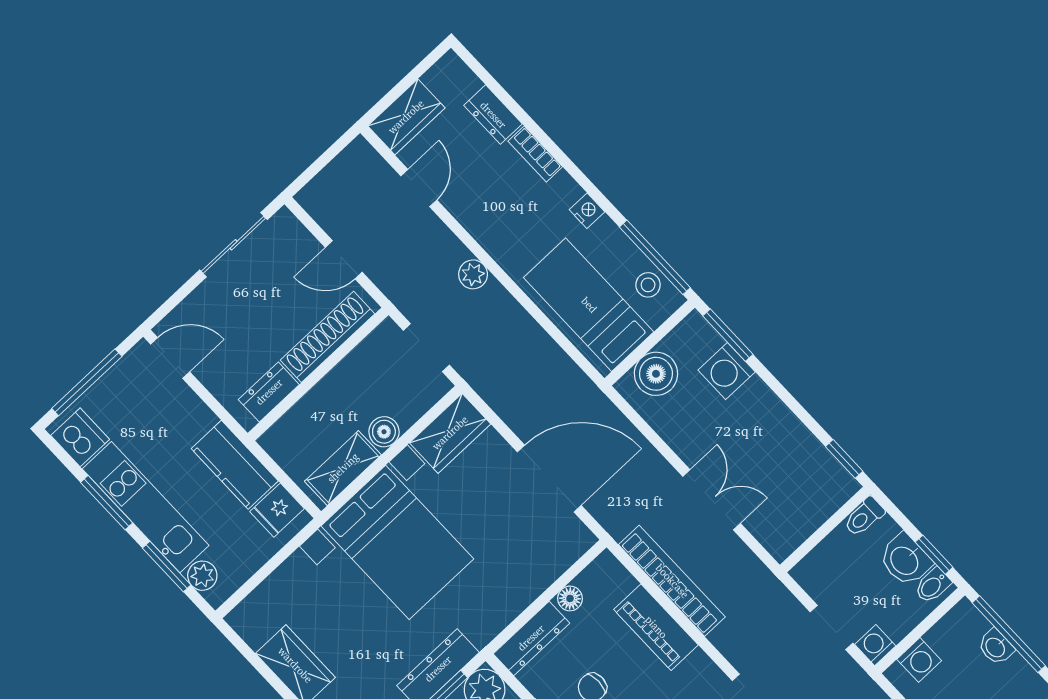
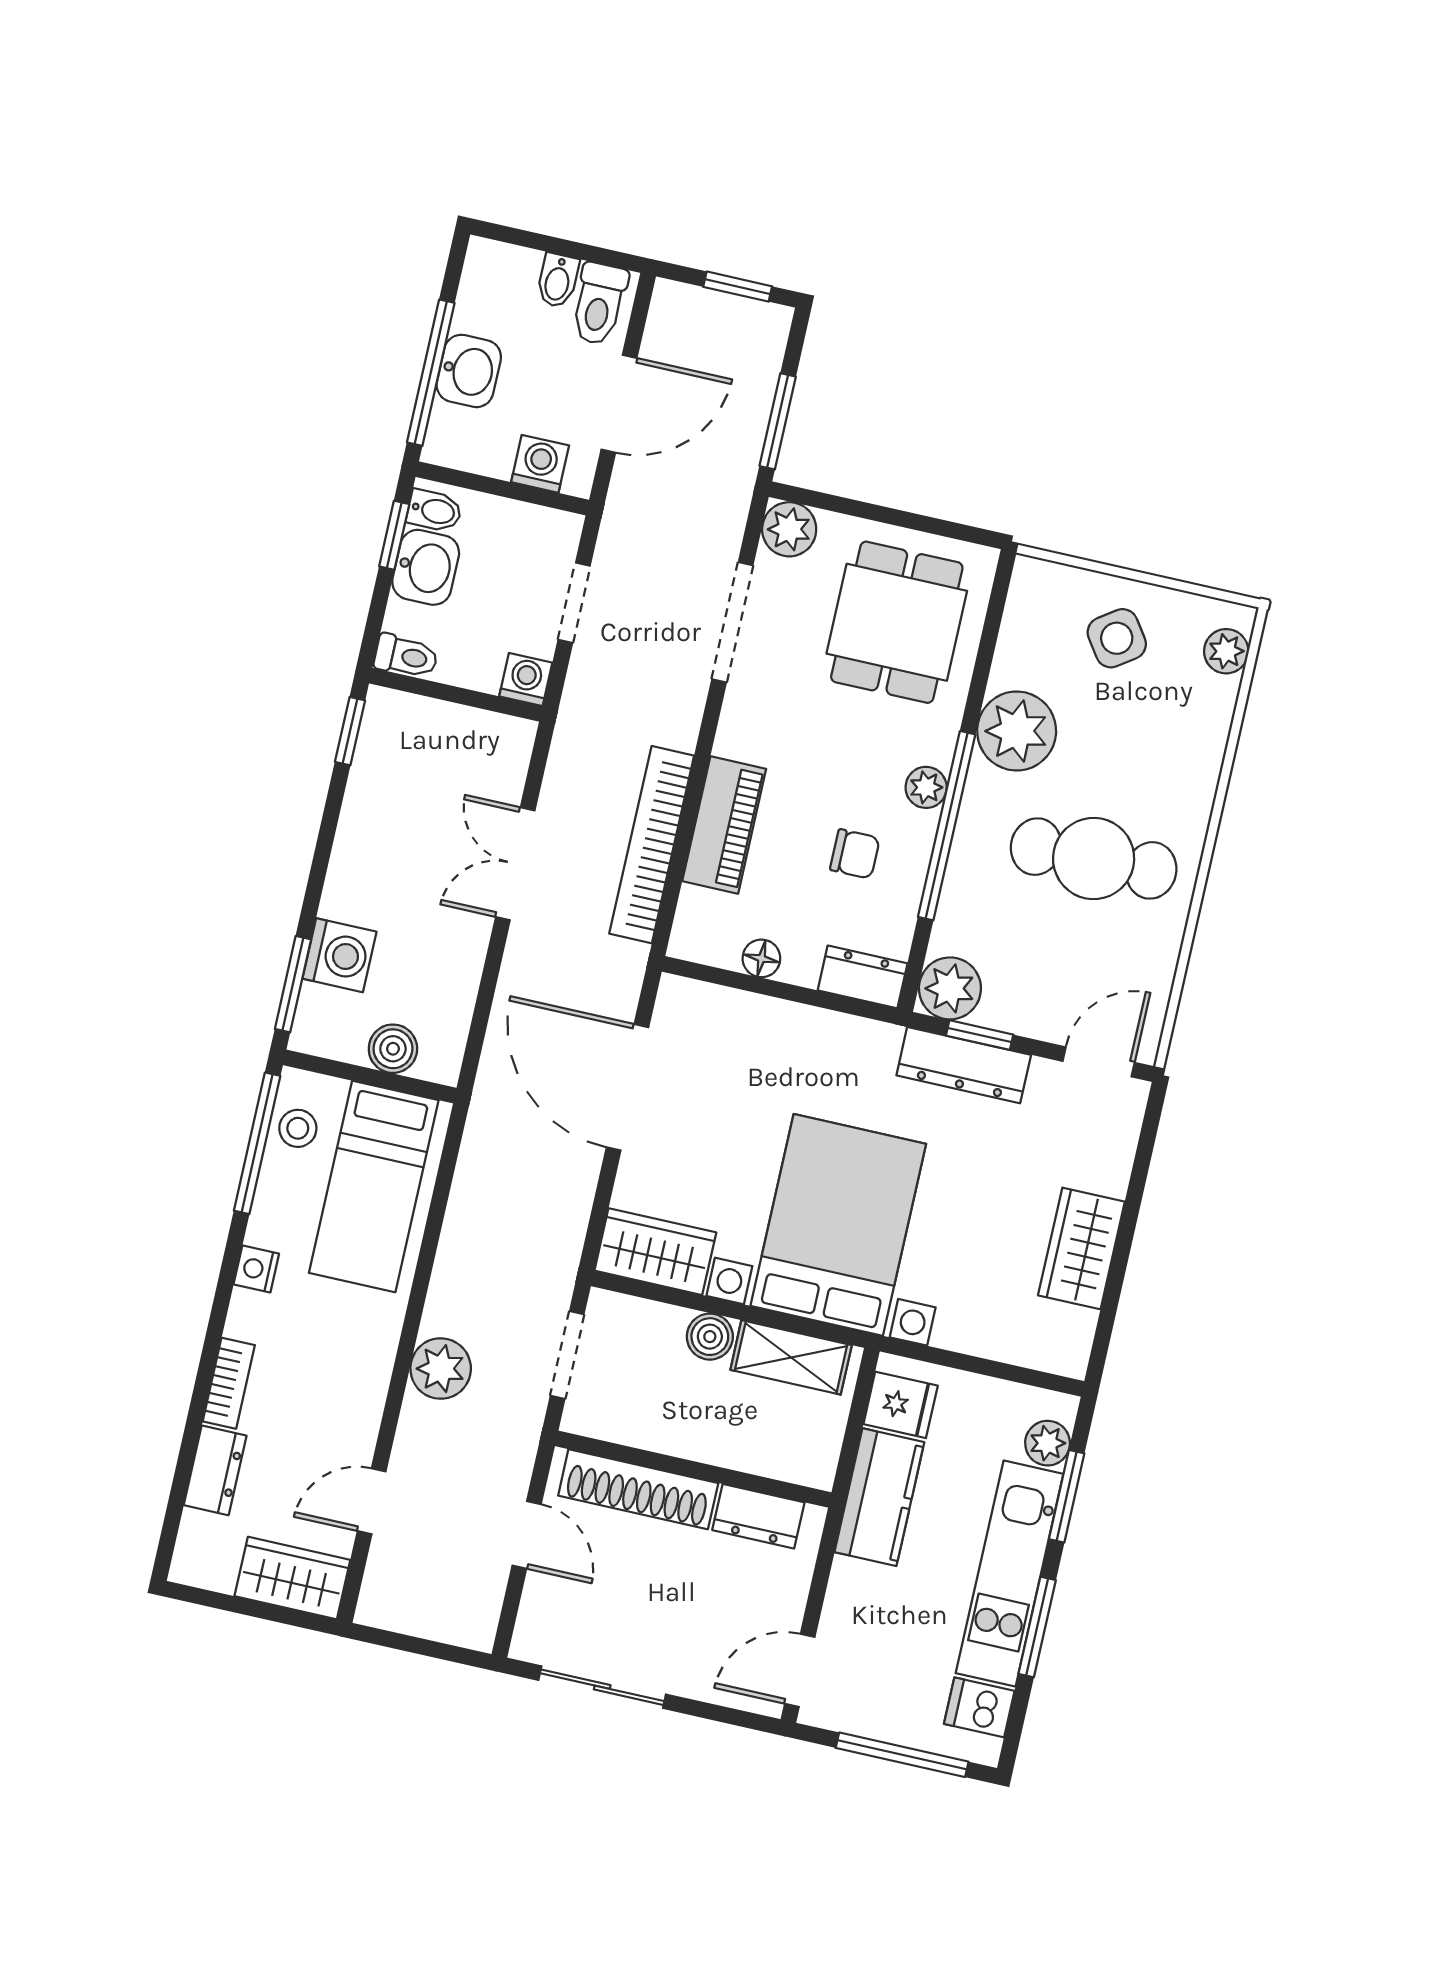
plant: (473, 274) -> (441, 1369), width x1.38, depth x1.38
door: (170, 358) -> (800, 1670), hinge flipped
boiler: (656, 374) -> (393, 1049), width x0.73, depth x0.73
dishwasher: (80, 437) -> (979, 1707), width x0.73
dresser: (531, 638) -> (863, 977), width x0.70
washing machine: (875, 645) -> (526, 679), moved, turned 180
washbasin: (996, 647) -> (469, 371), width x1.38, depth x1.45

